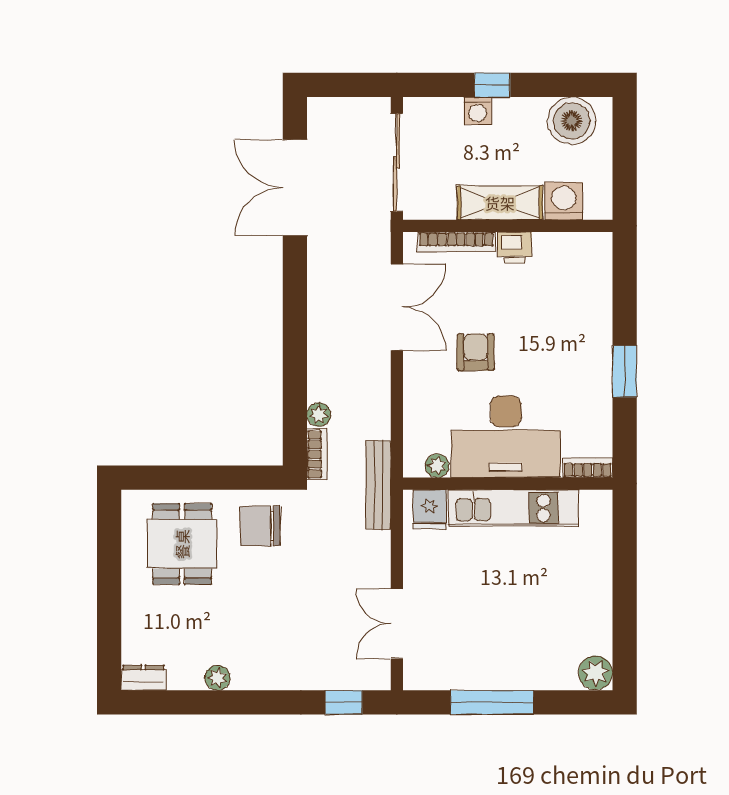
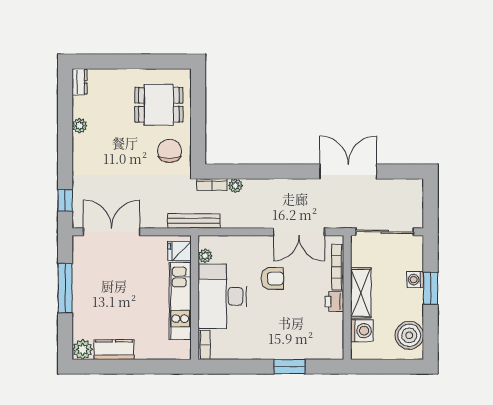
window: (492, 85) -> (431, 288), width x1.50
double door: (295, 188) -> (348, 172), moved
window: (625, 371) -> (289, 367), moved
kitchen counter: (596, 620) -> (114, 350), added
double door: (397, 624) -> (112, 232), width x1.37

